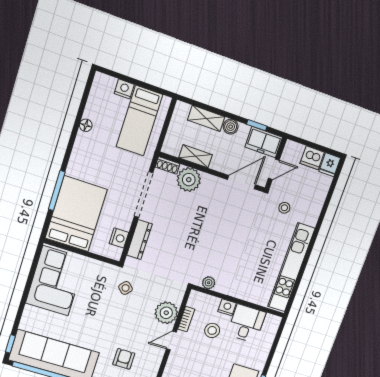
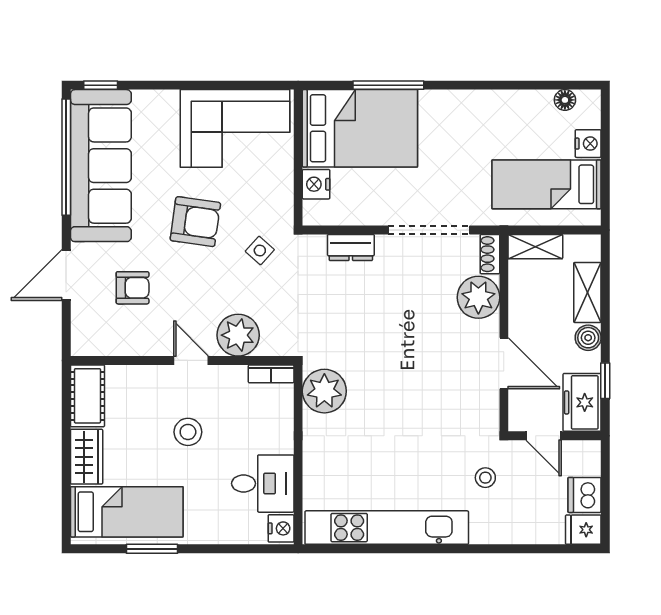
floor lamp: (86, 125) -> (565, 100), moved
shelving: (196, 156) -> (535, 247), moved, turned 90
door: (242, 182) -> (504, 363), moved
nightstand: (119, 238) -> (316, 184), moved, turned 90
dresser: (139, 240) -> (351, 247), width x0.70
plant: (209, 283) -> (324, 391), width x1.88, depth x1.88
nightstand: (227, 307) -> (281, 528), moved
armchair: (99, 317) -> (195, 222), added
bookcase: (186, 319) -> (271, 374), moved
stool: (212, 330) -> (188, 432), moved

